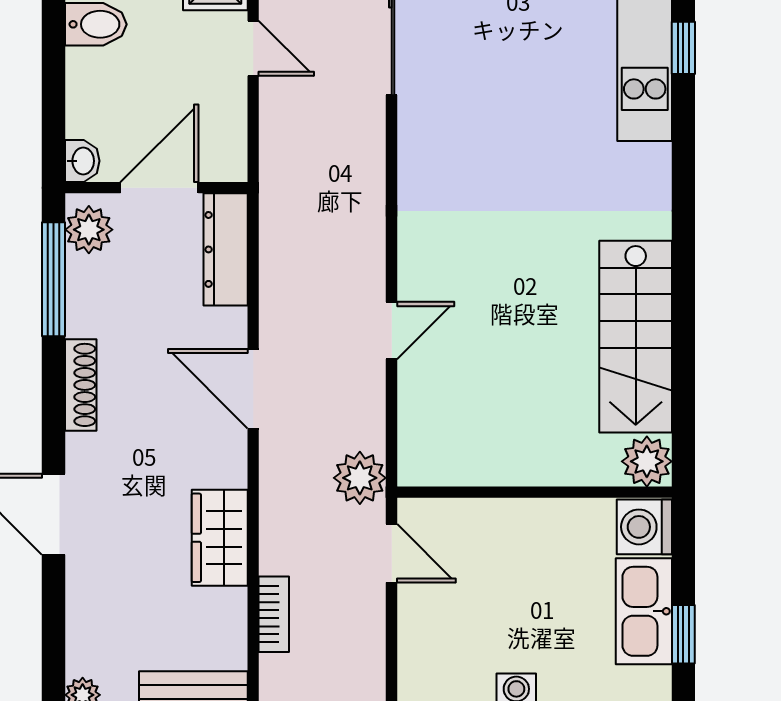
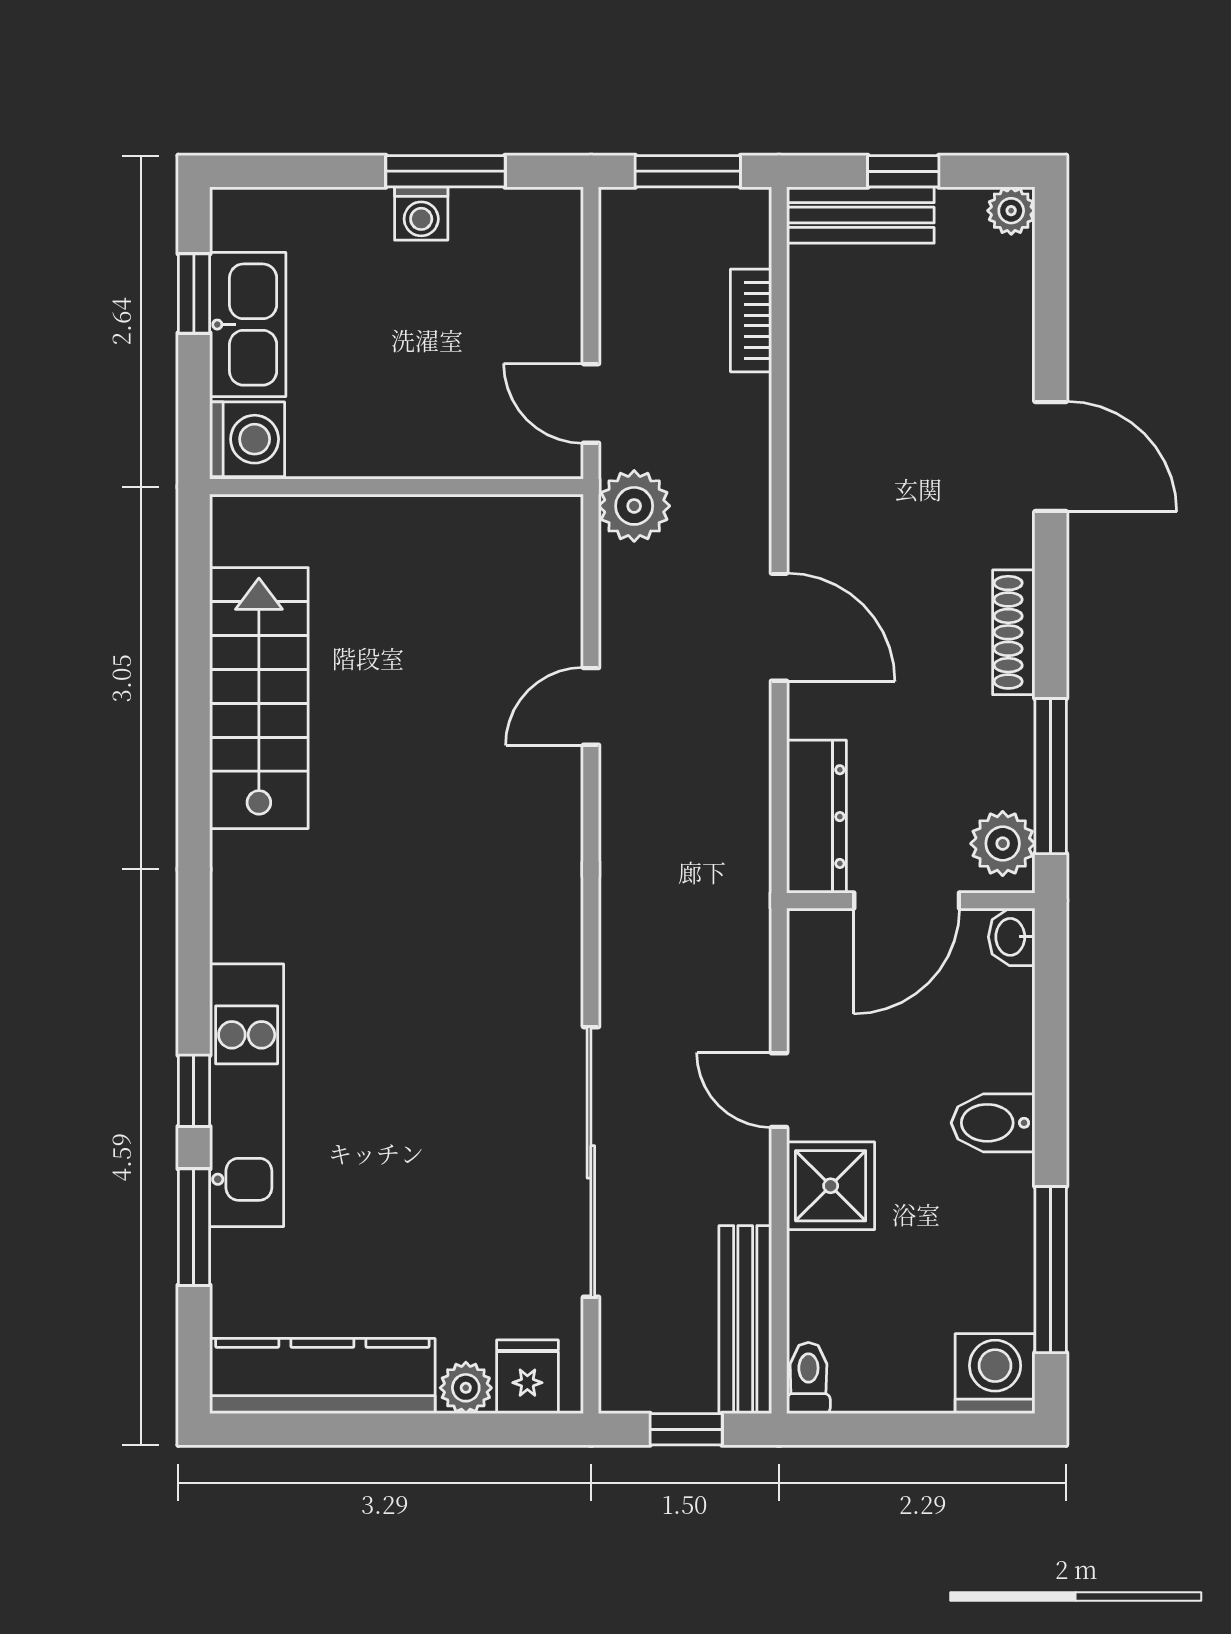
plant: (647, 461) -> (244, 528), removed
wardrobe: (220, 538) -> (825, 424), removed

